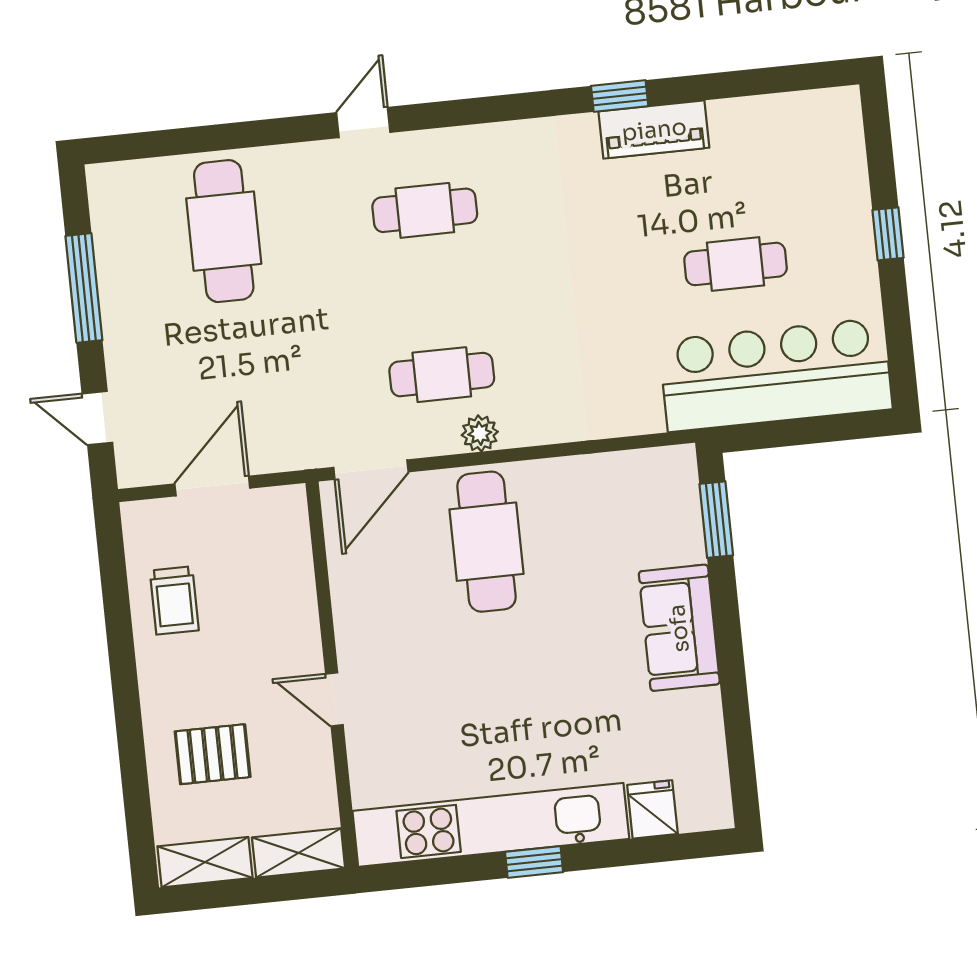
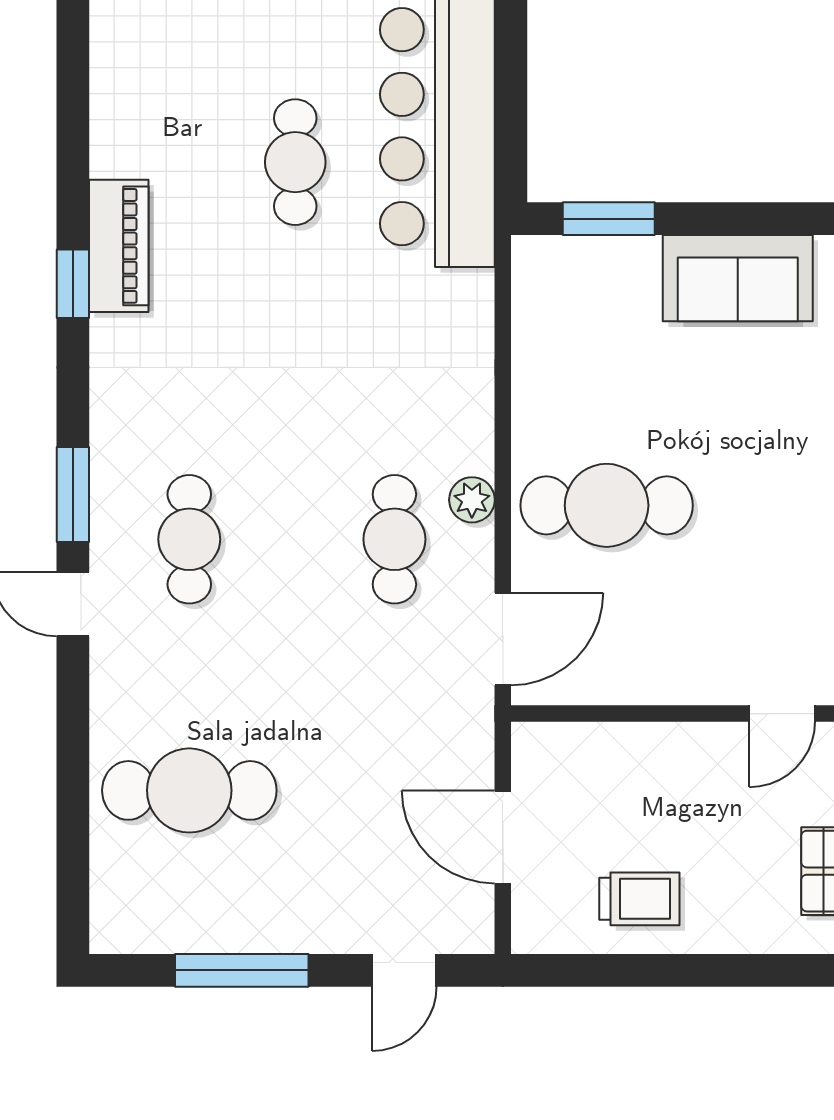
window: (451, 113) -> (73, 494), added
door: (371, 470) -> (503, 639), hinge flipped

